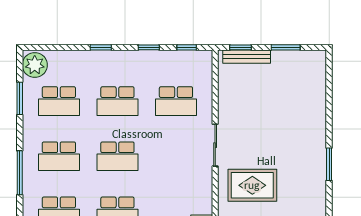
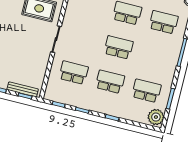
school desk: (59, 156) -> (155, 56), removed

